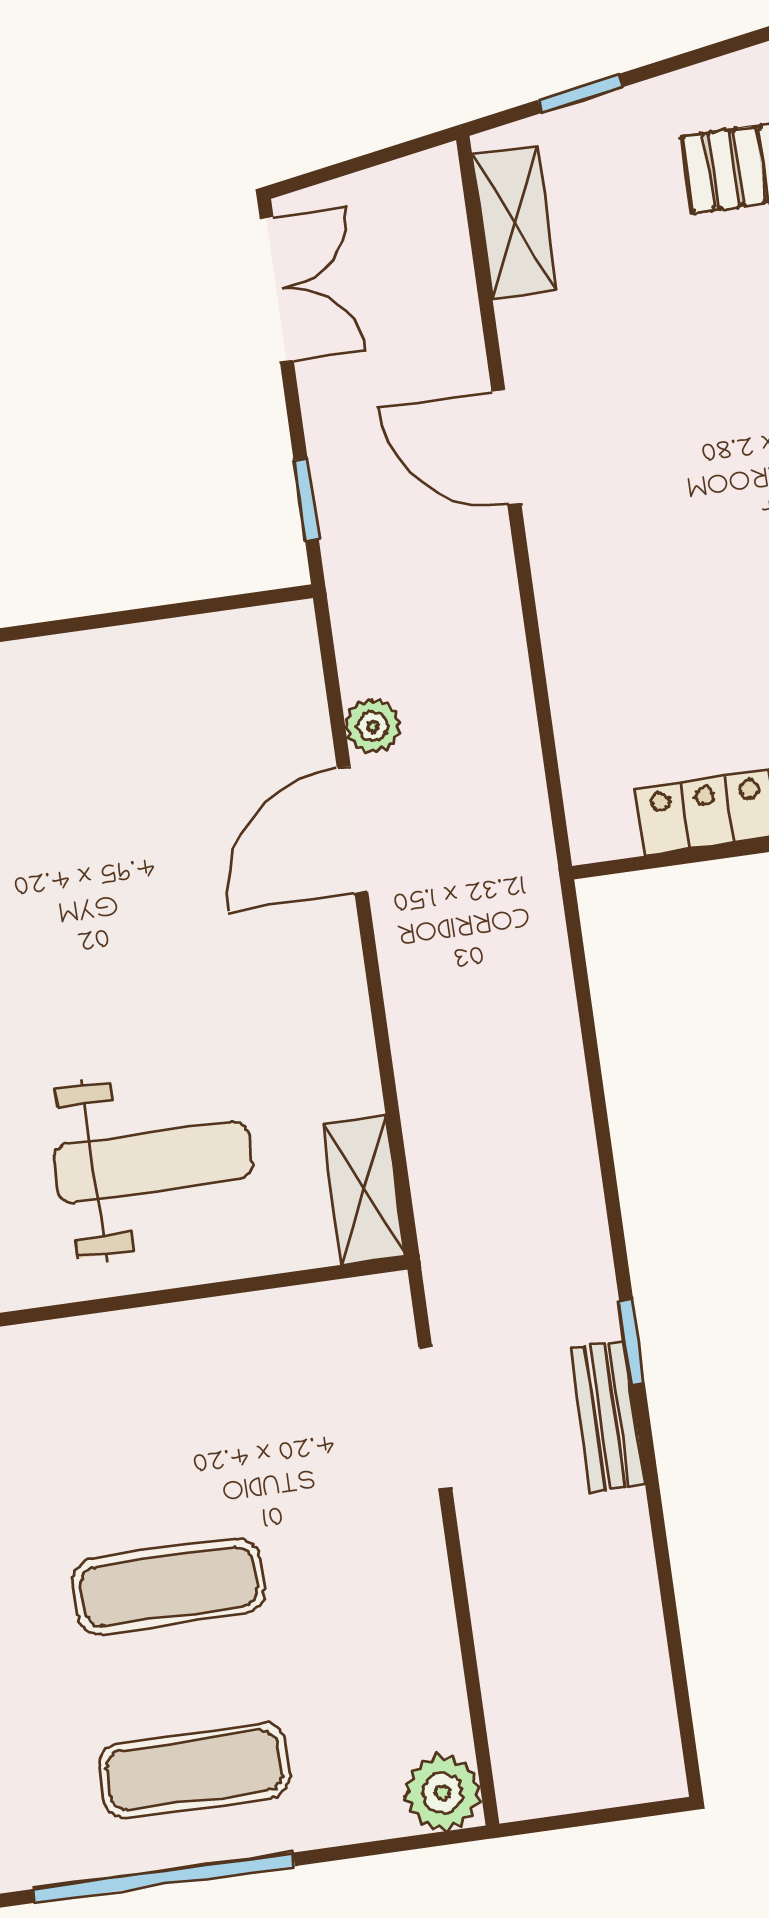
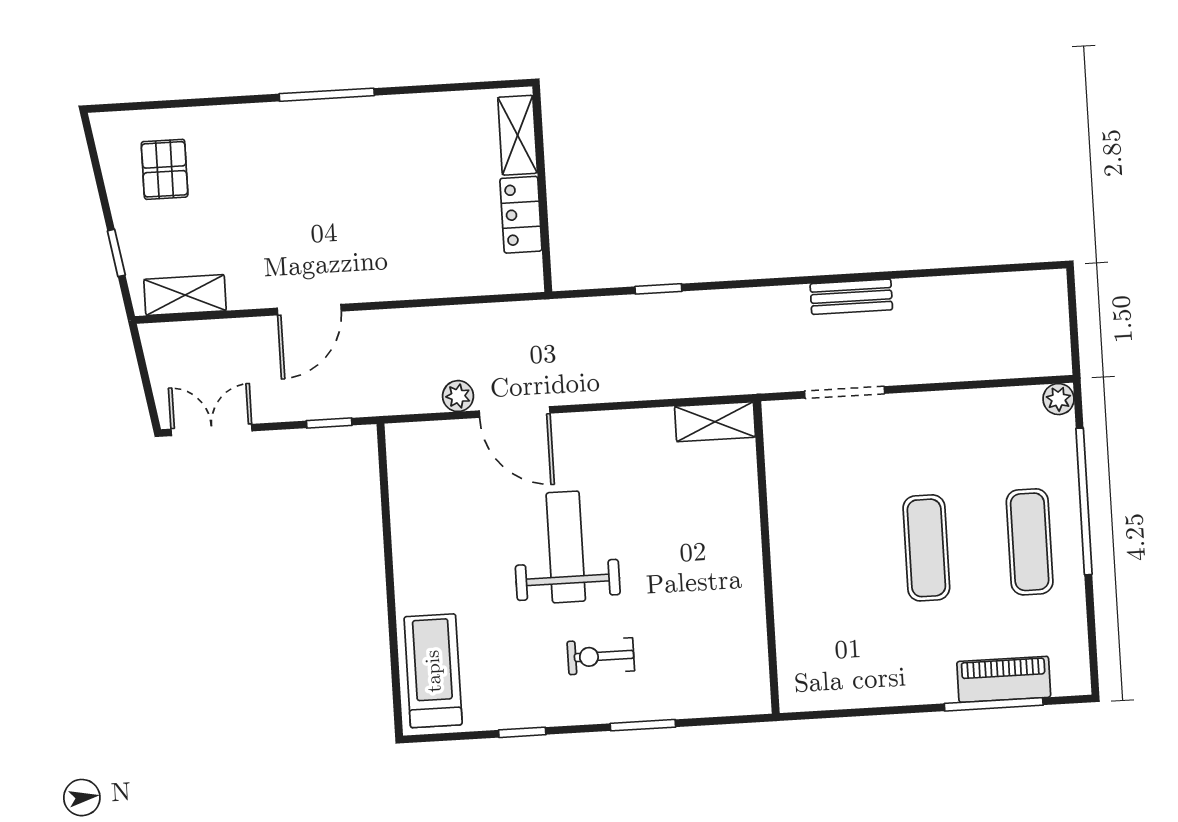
weight bench: (153, 1162) -> (566, 547), moved
window: (632, 1342) -> (658, 289), moved
plant: (442, 1793) -> (1059, 399), width x0.73, depth x0.73
window: (164, 1878) -> (1084, 501), moved

